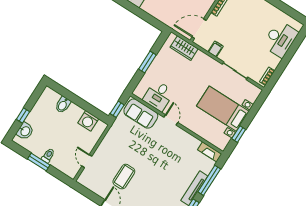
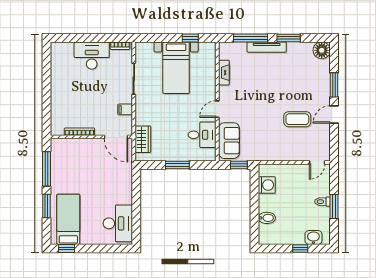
desk: (280, 39) -> (92, 56), moved
fireplace: (210, 152) -> (224, 73), moved
door: (87, 161) -> (317, 162), moved

